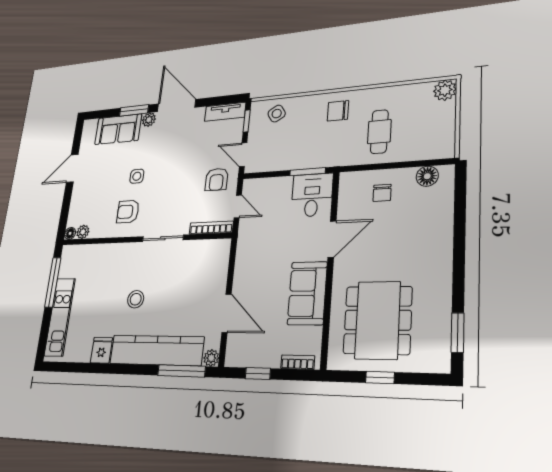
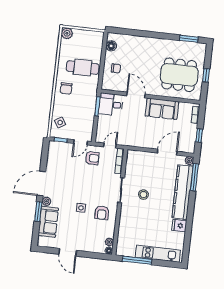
tv unit: (225, 112) -> (52, 153), removed
cafe table: (379, 132) -> (83, 68), width x1.37, depth x1.35
stool: (136, 299) -> (143, 195), moved

